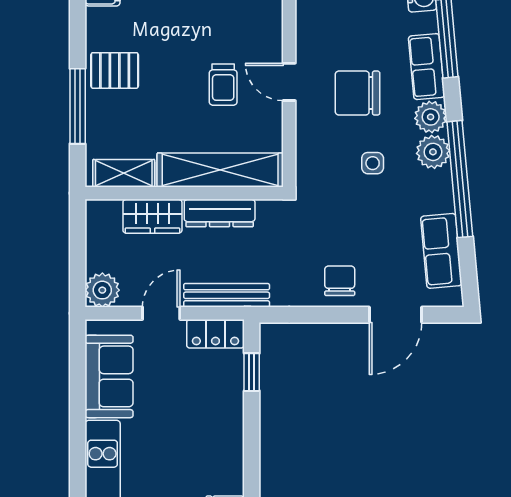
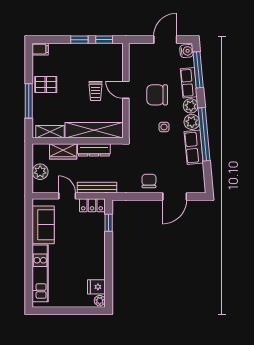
row of seats: (441, 251) -> (194, 147), moved
plant: (102, 290) -> (40, 172), moved
door: (161, 313) -> (67, 196), hinge flipped

